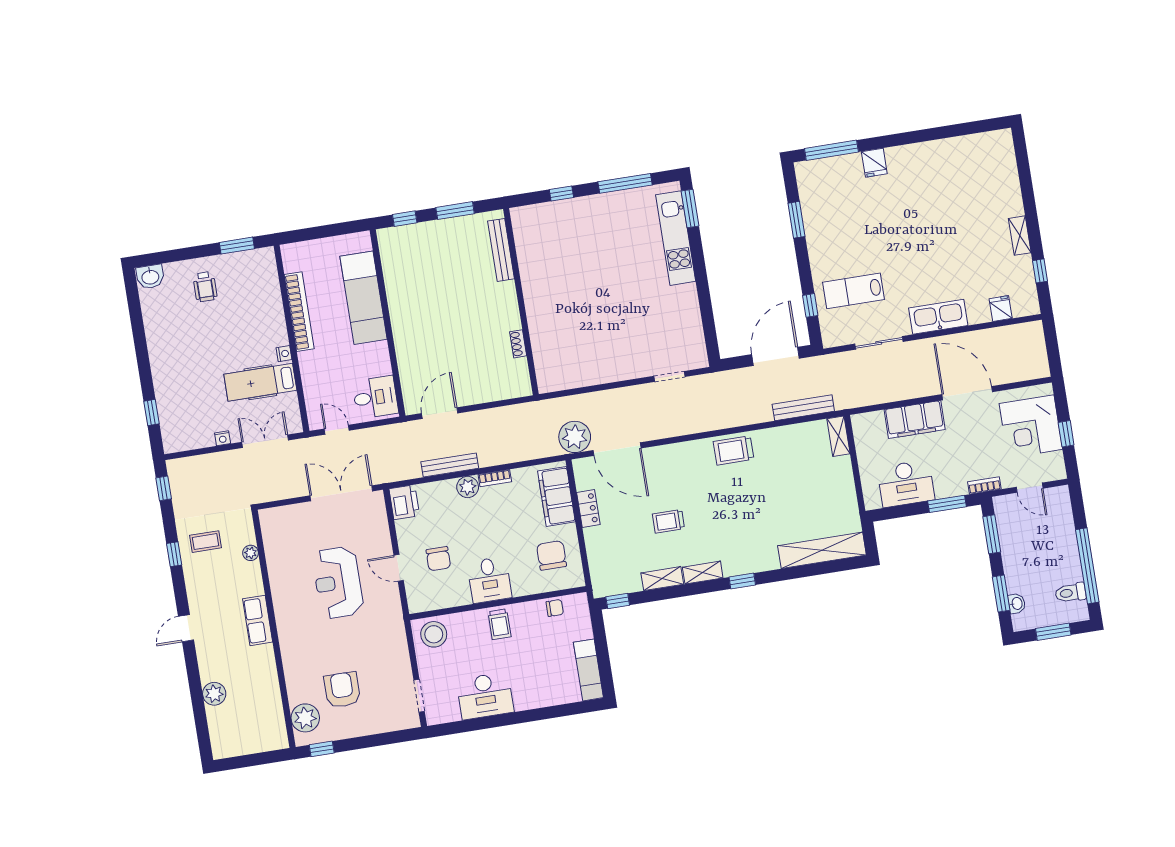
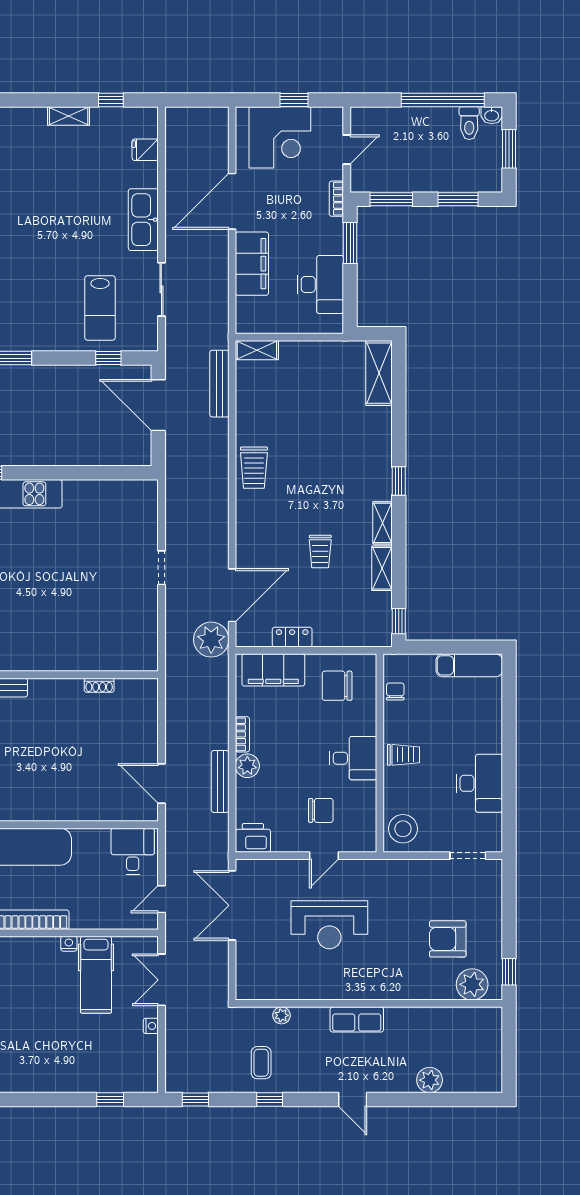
doorway: (669, 376) -> (161, 568), moved
shelving: (822, 550) -> (379, 373), width x0.68
washbasin: (1017, 604) -> (492, 115), moved, turned 180

